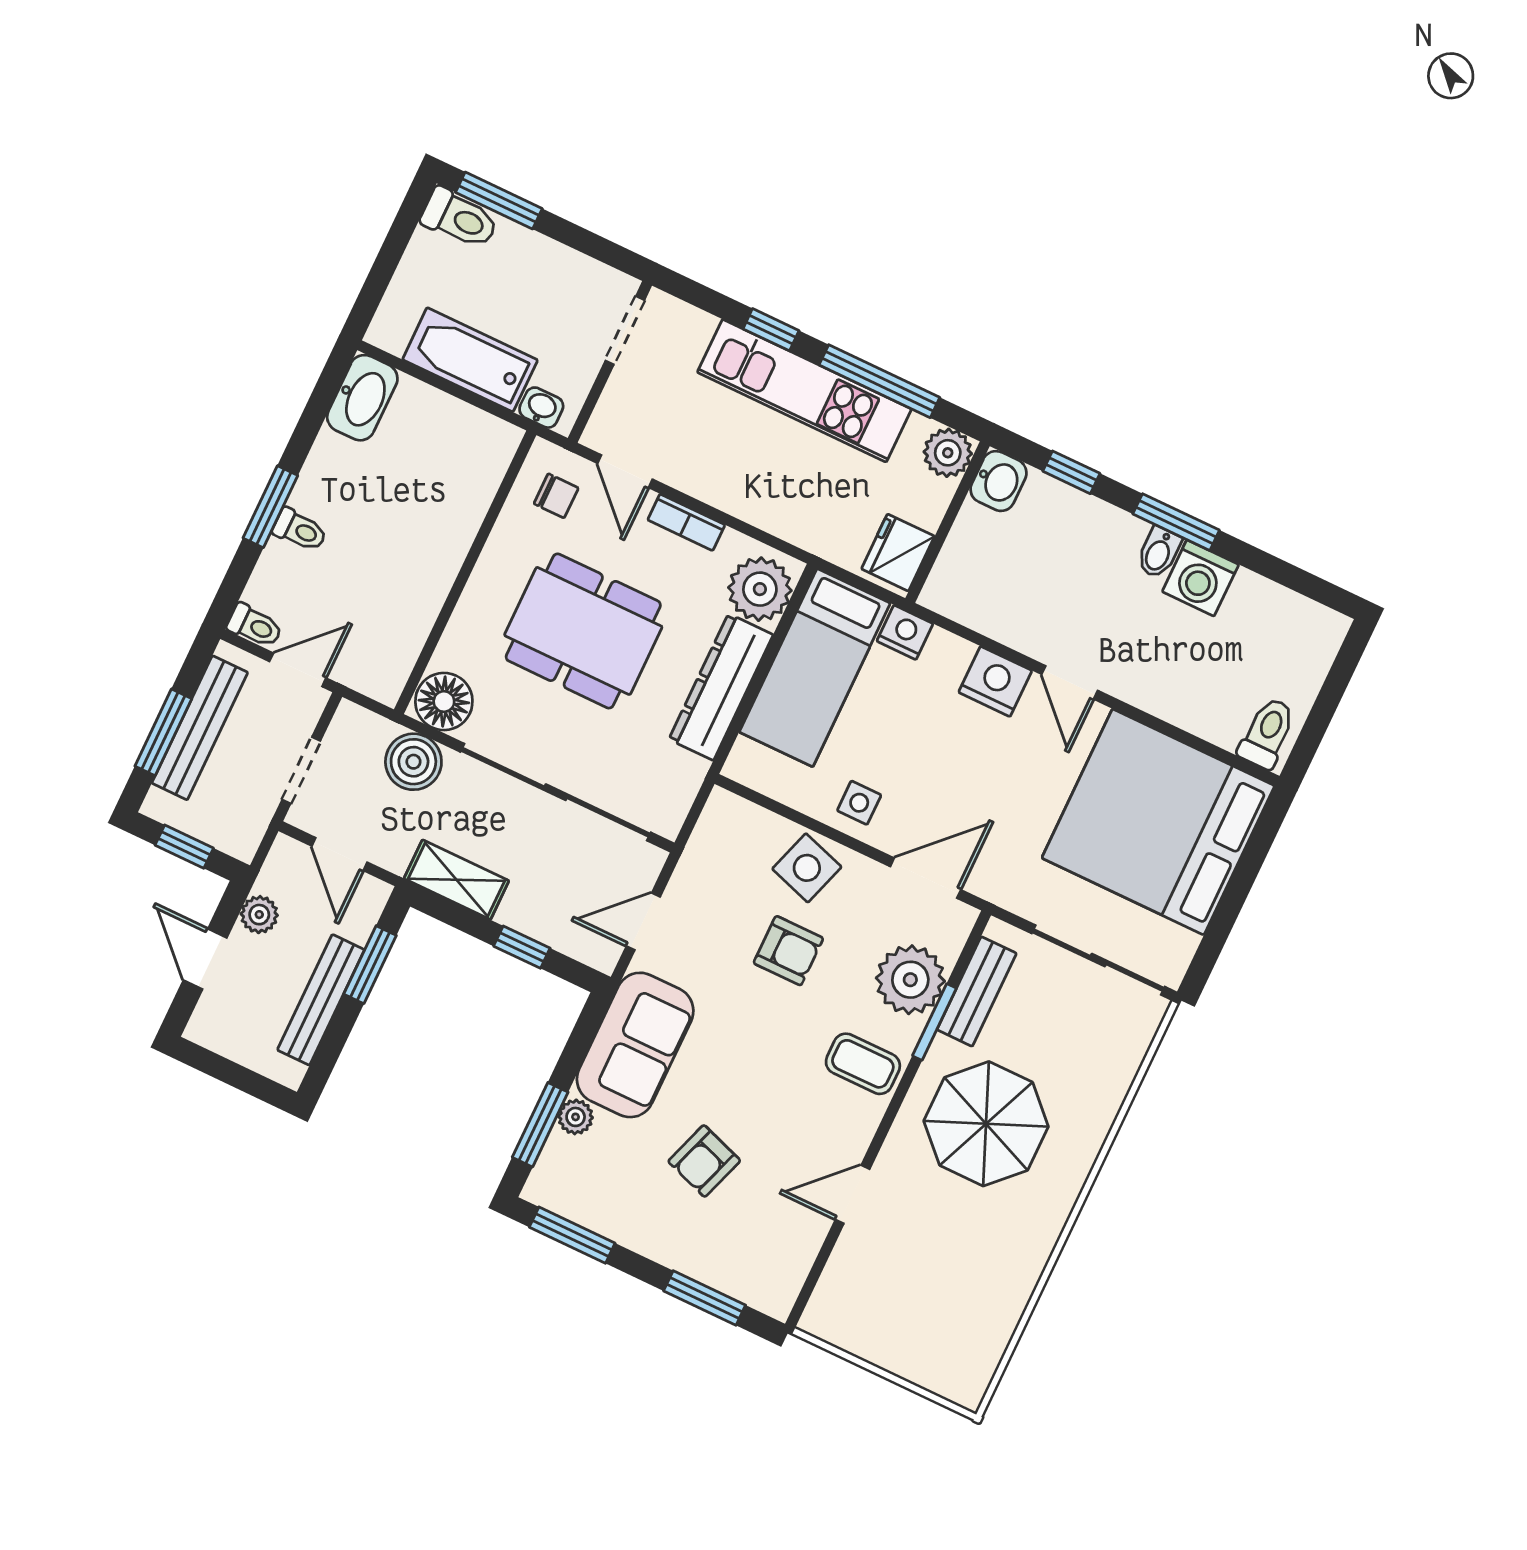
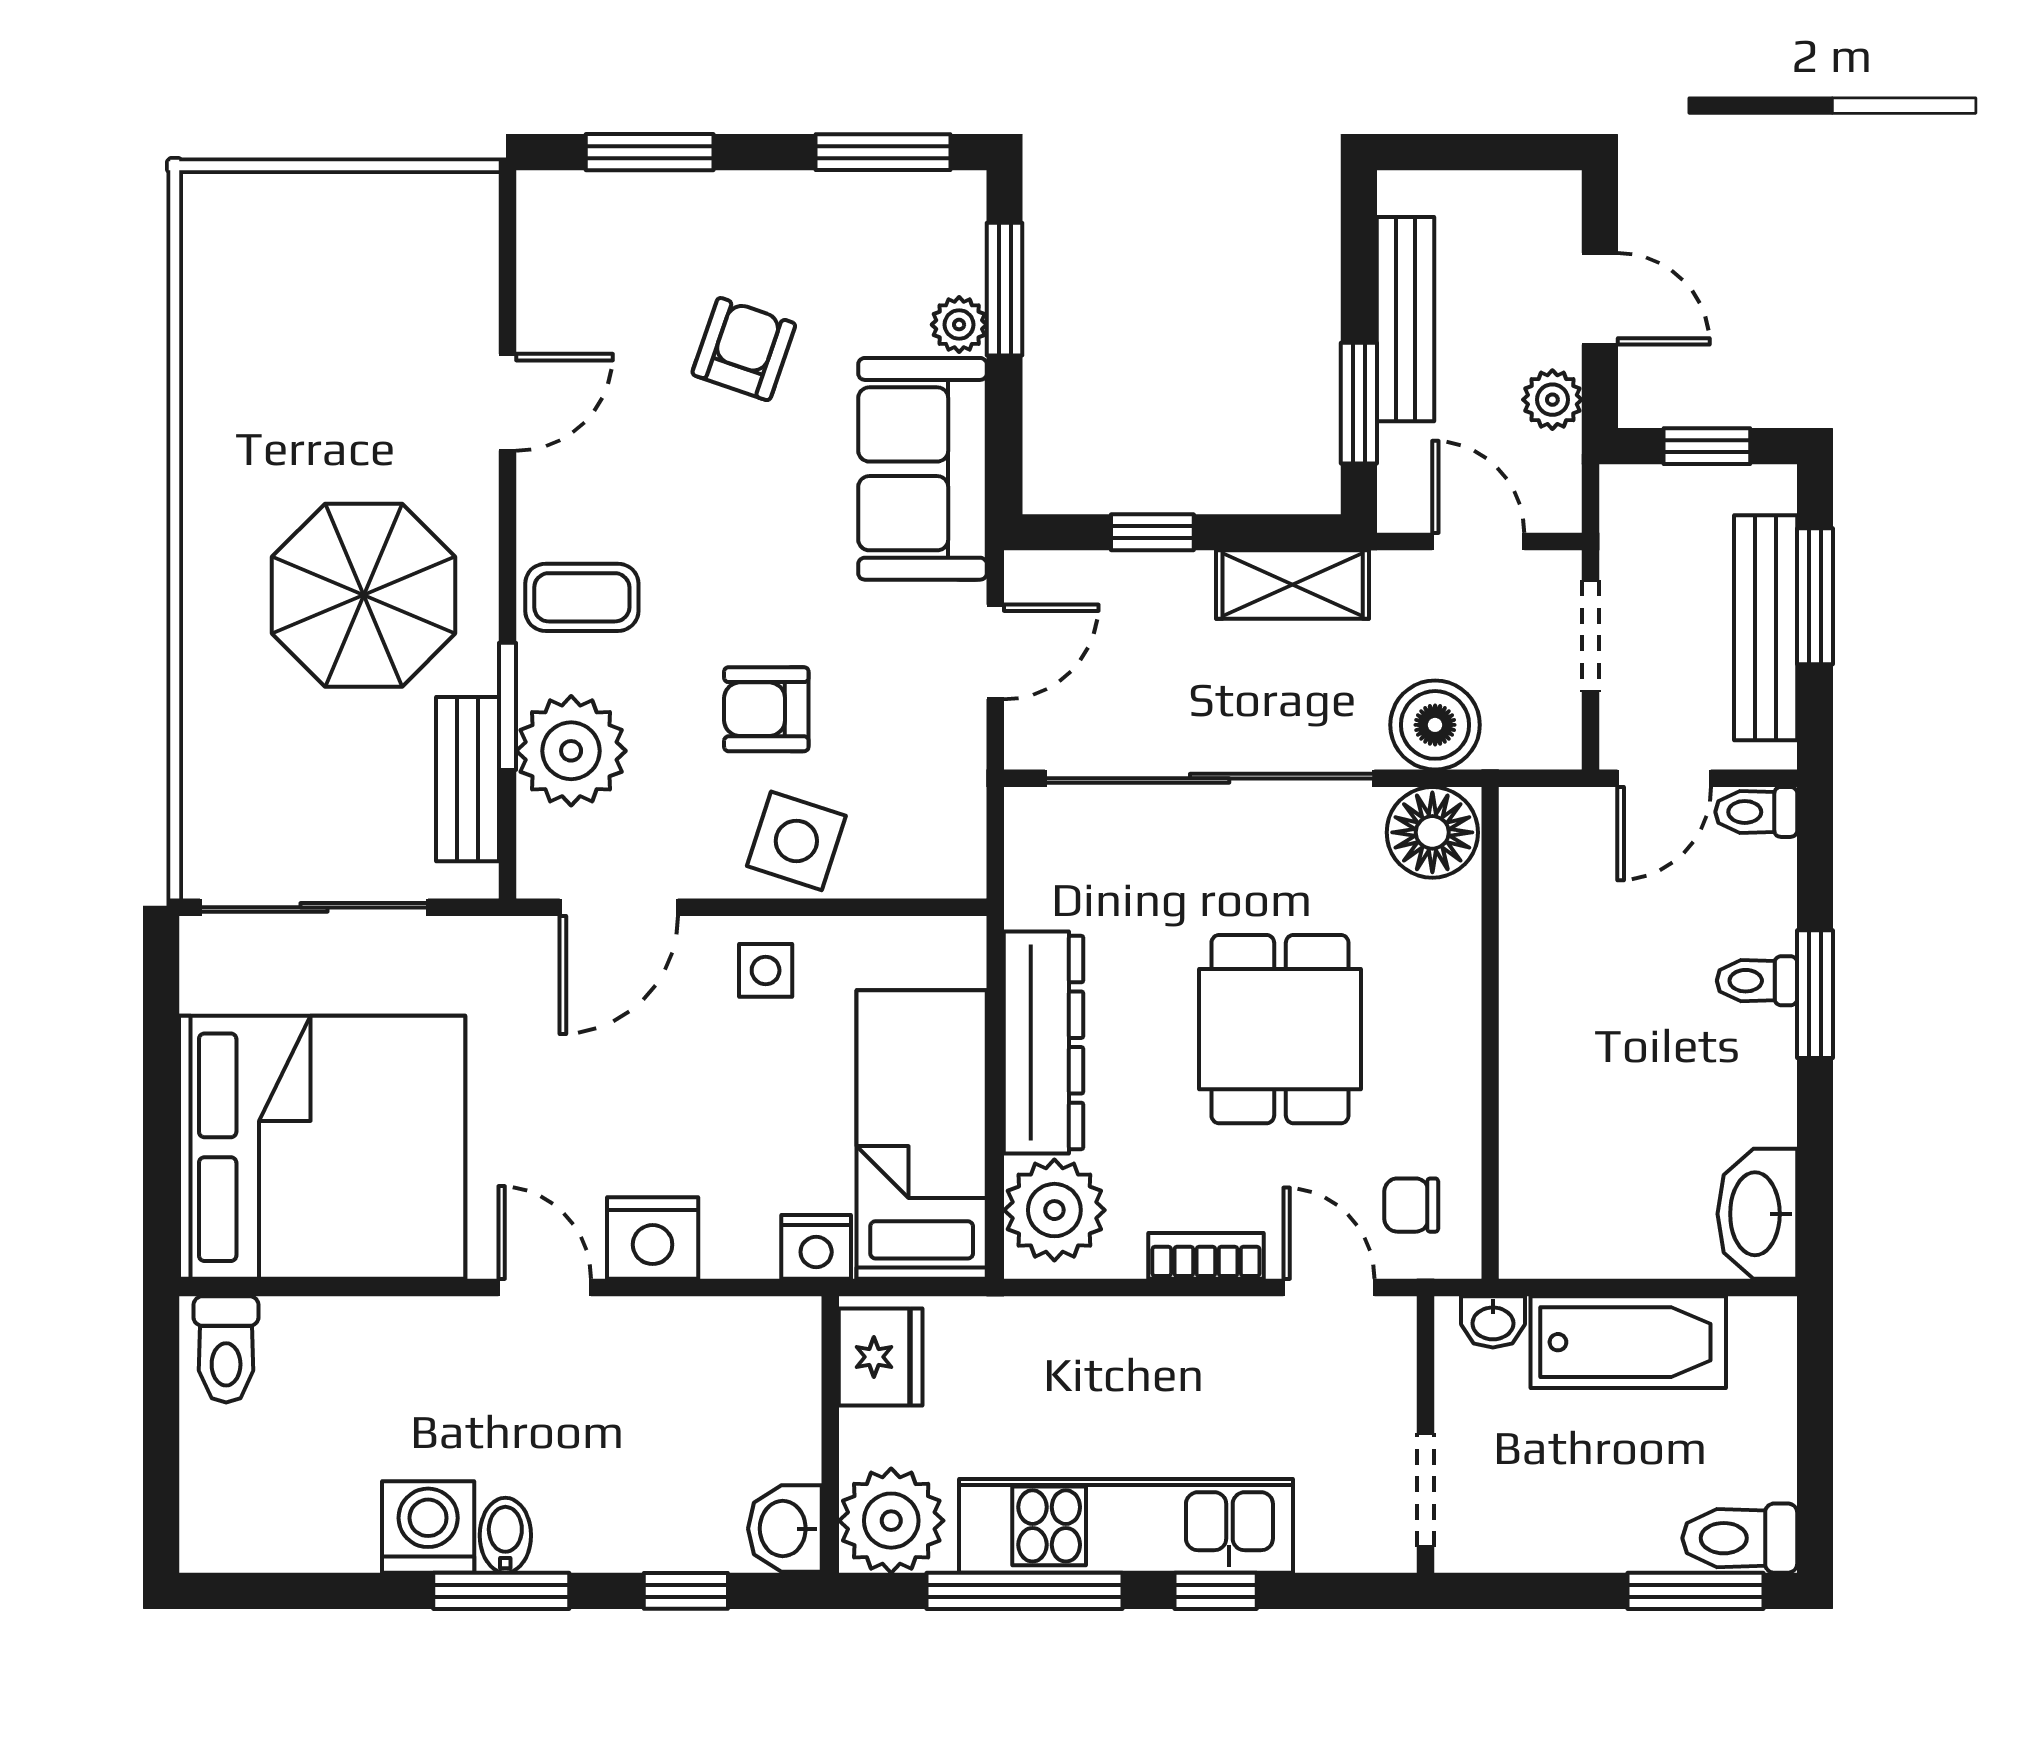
plant: (948, 453) -> (891, 1521), width x1.36, depth x1.36
dining table: (583, 631) -> (1280, 1029), width x0.73

